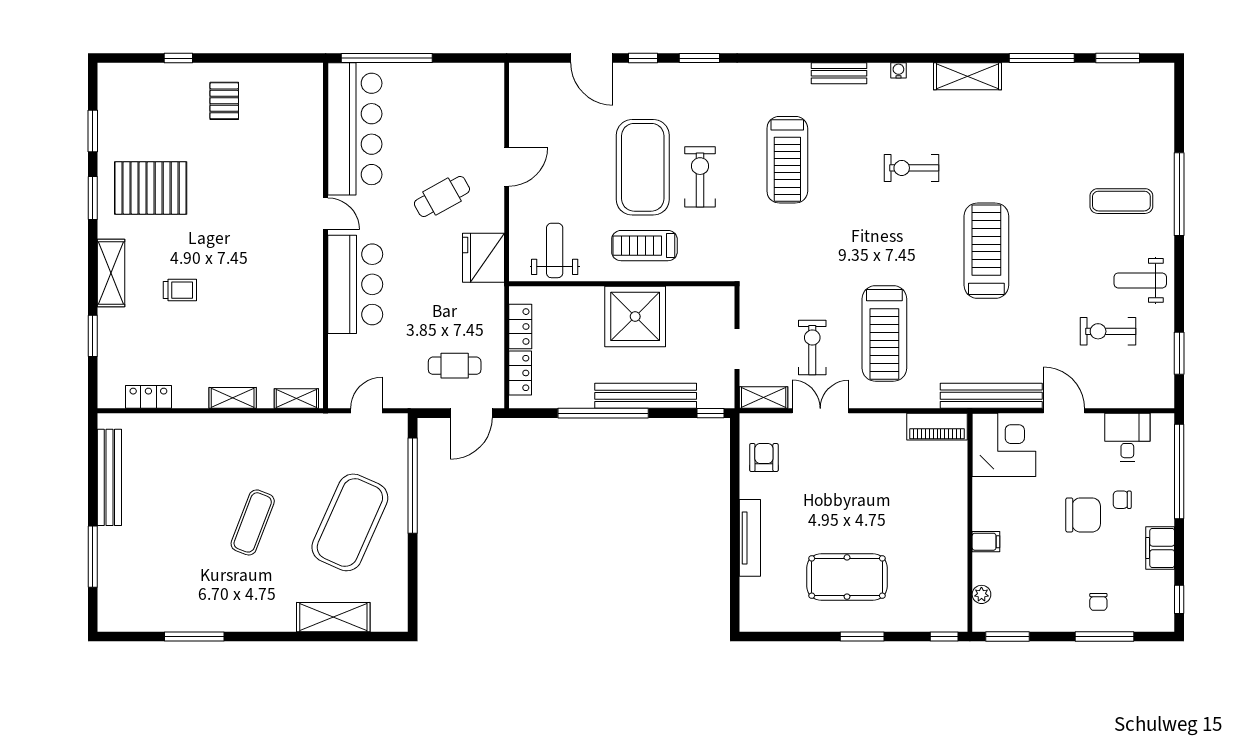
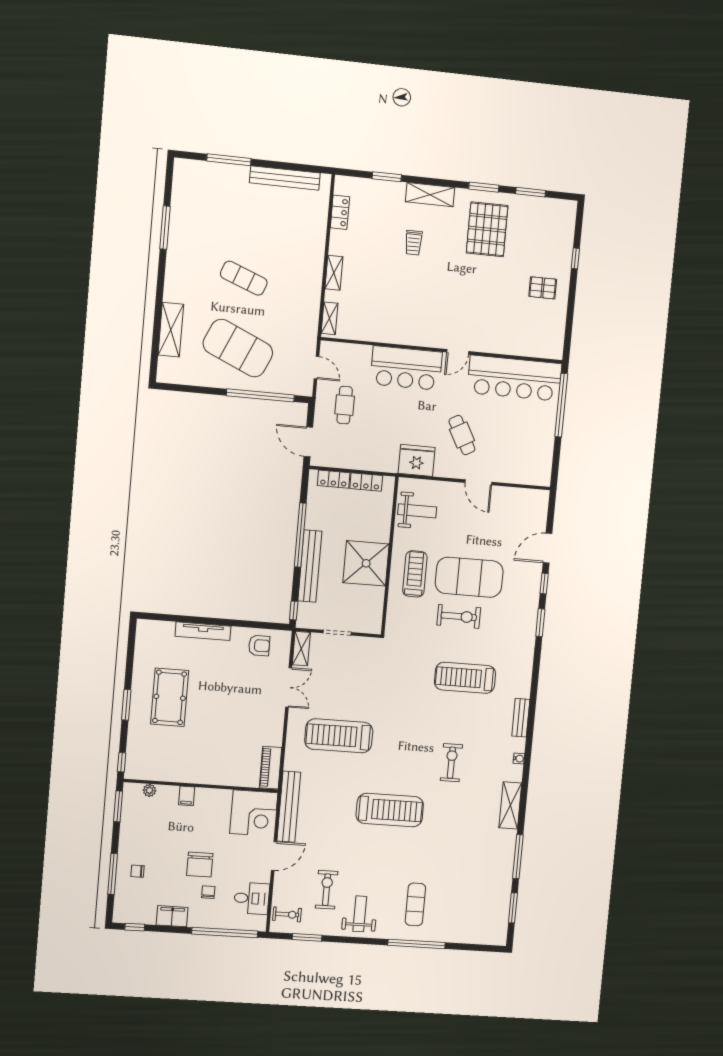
exercise bike: (812, 347) -> (287, 914), moved, width x0.73, depth x0.72
cafe table: (455, 366) -> (345, 405), moved

